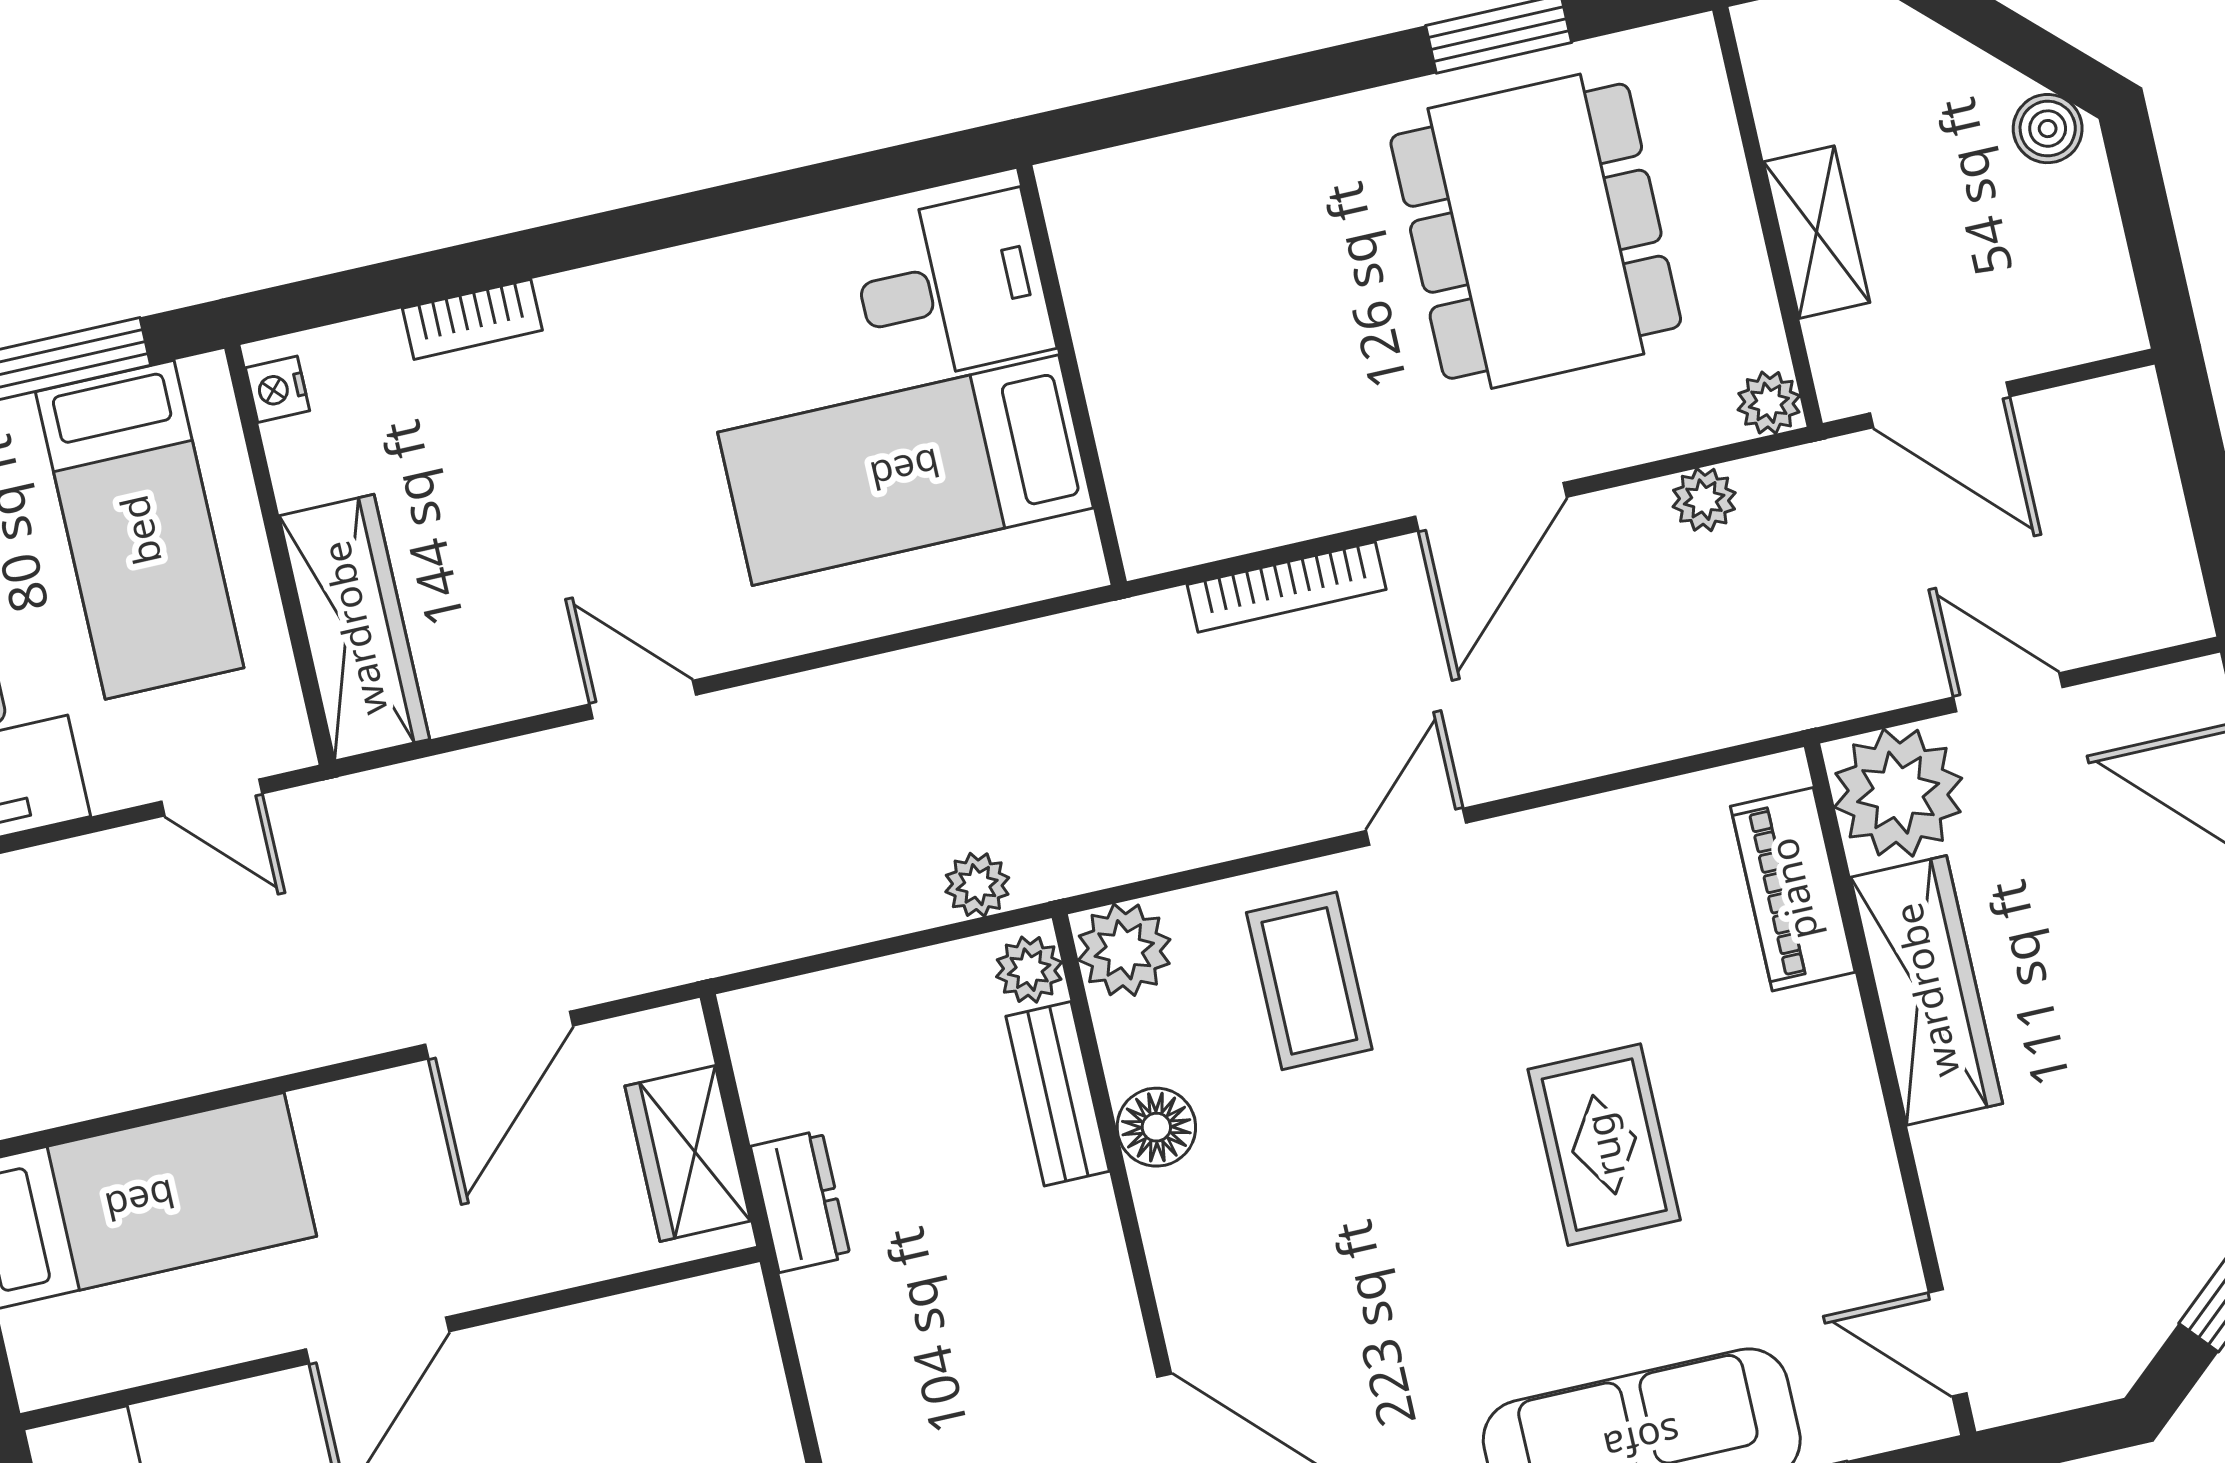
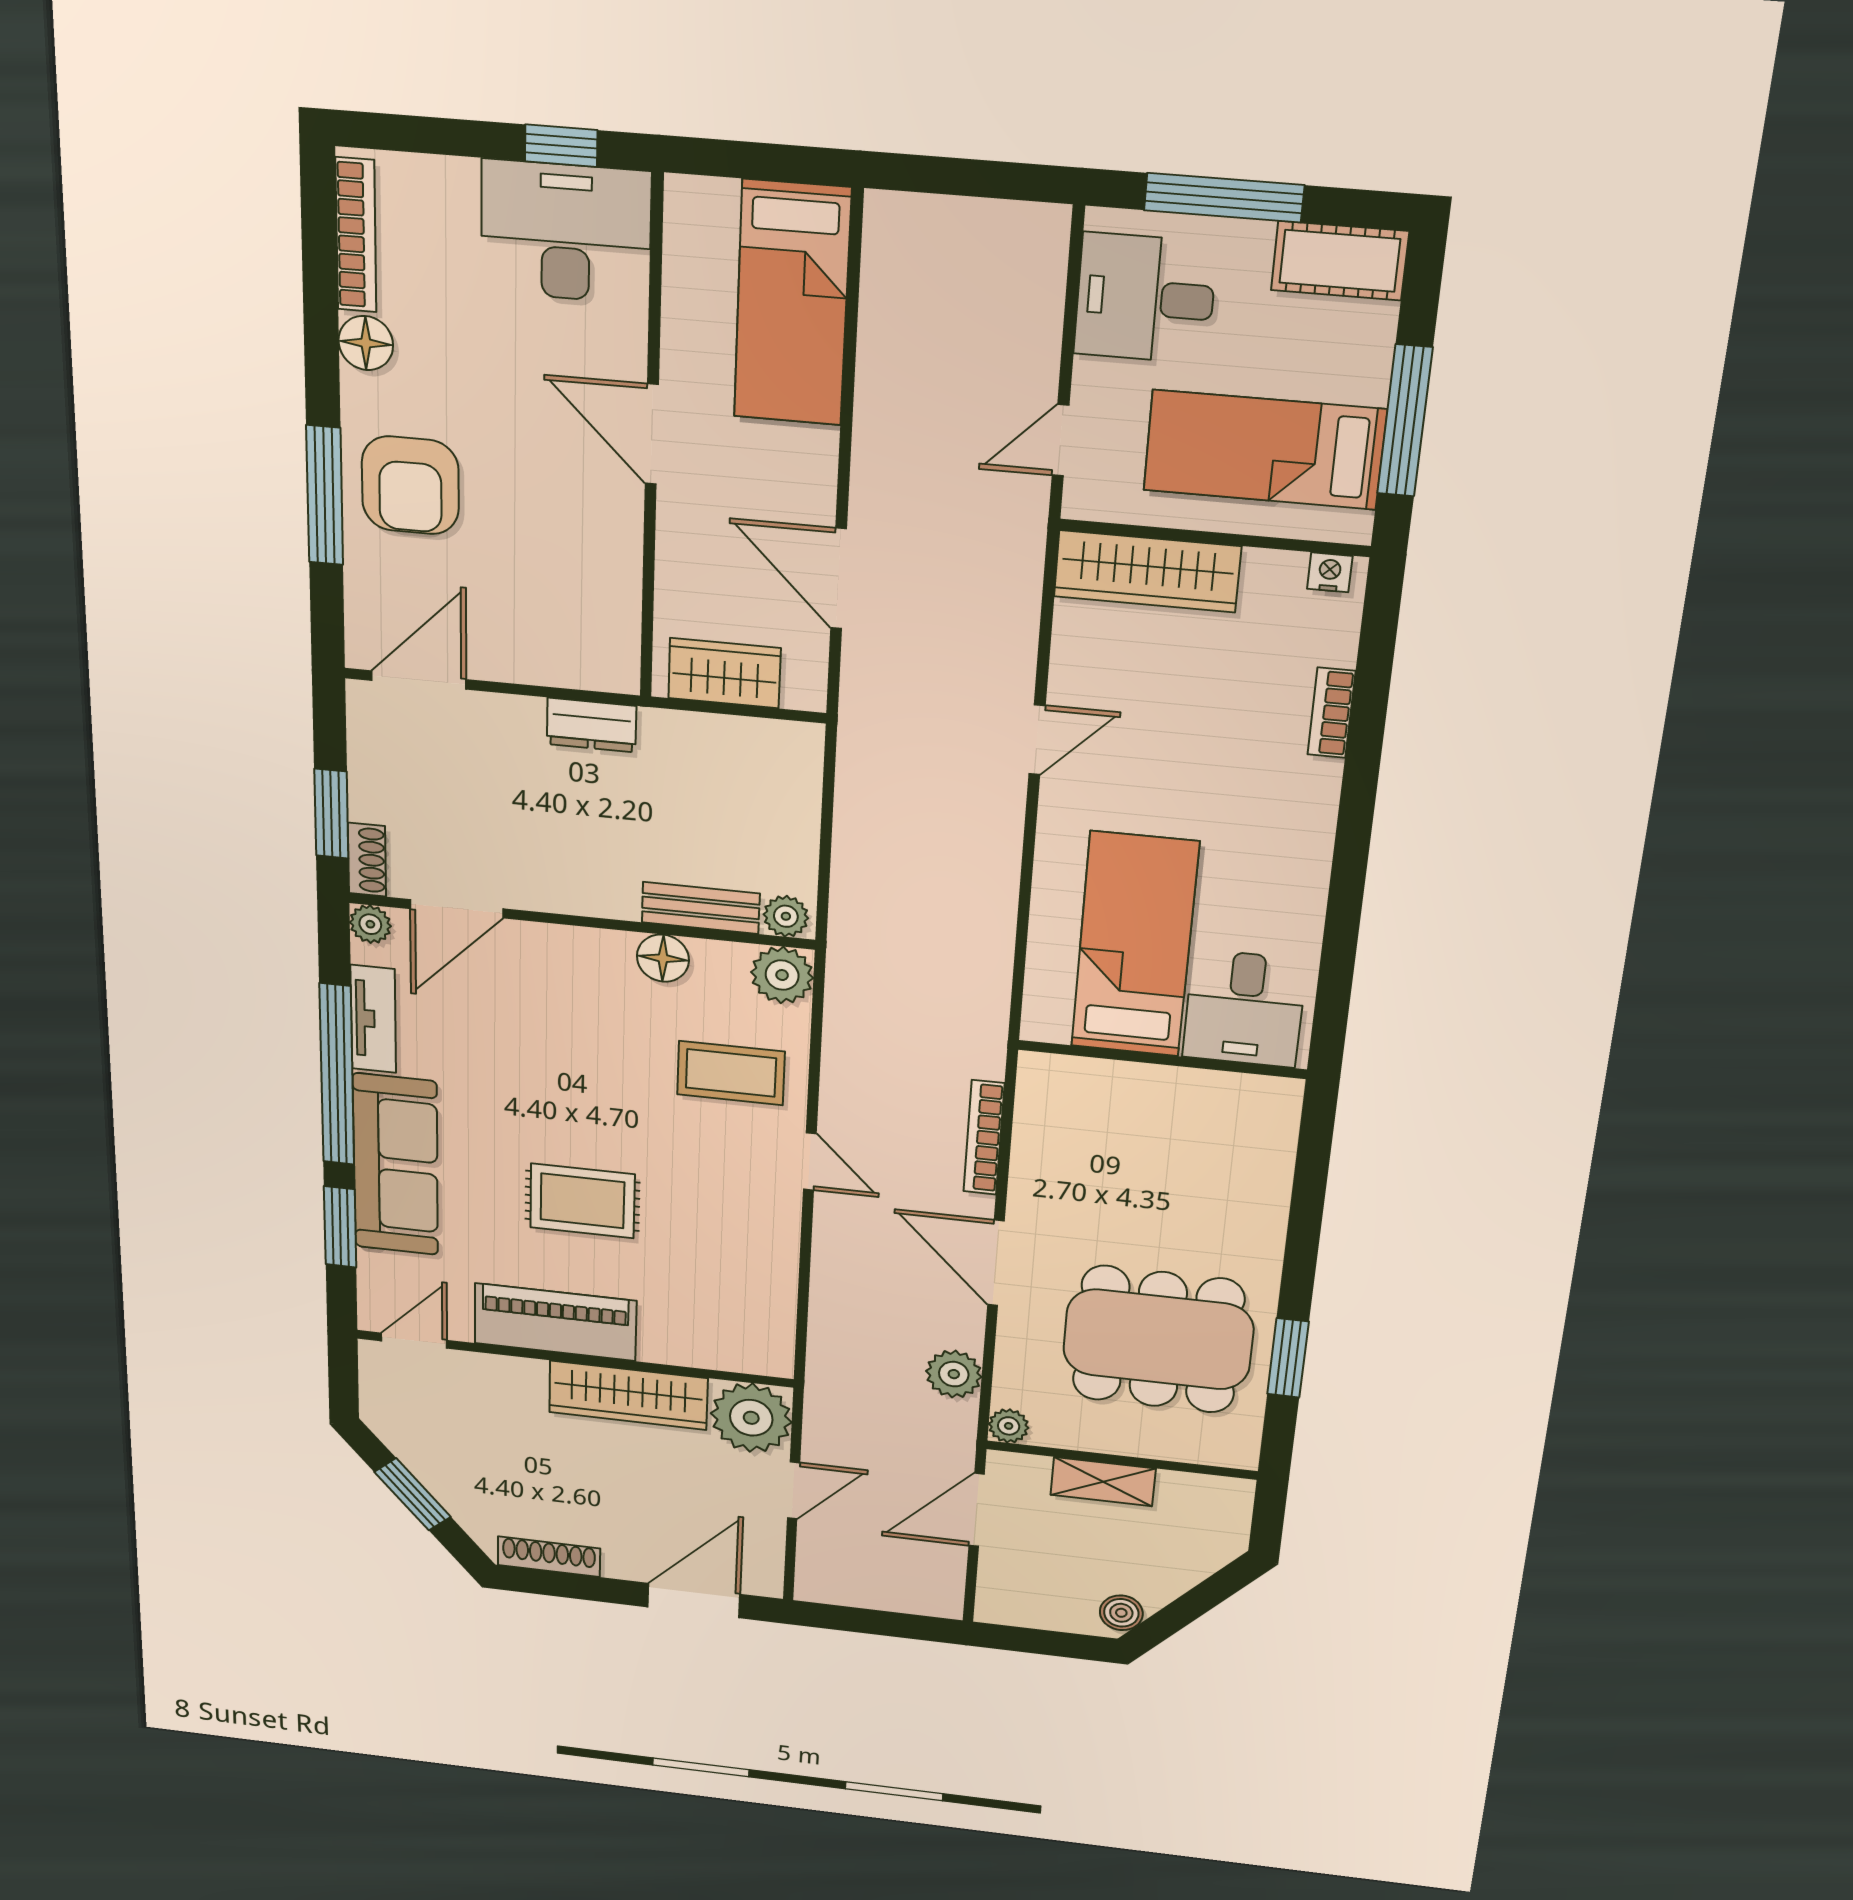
plant: (1704, 500) -> (954, 1374), width x1.38, depth x1.38
plant: (977, 885) -> (850, 903), removed
piano: (1793, 889) -> (555, 1322), moved, width x1.37, depth x1.33
dresser: (800, 1201) -> (592, 725), moved

